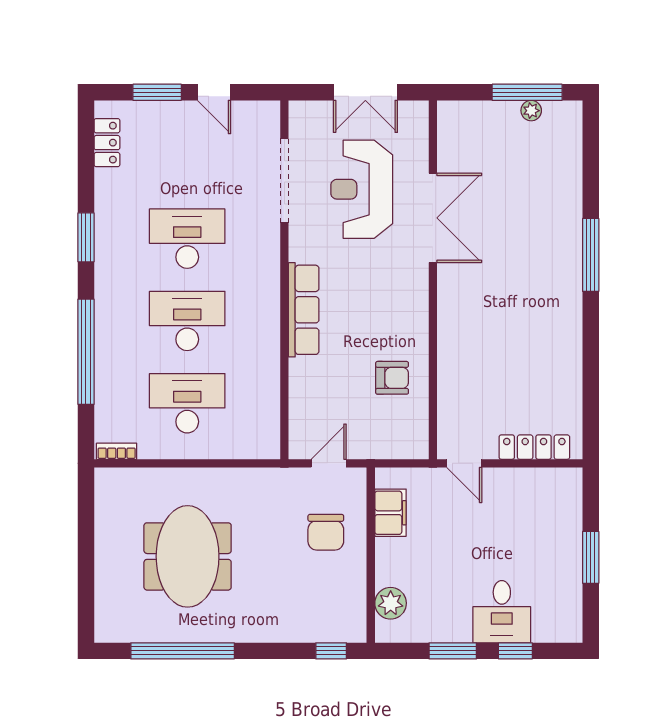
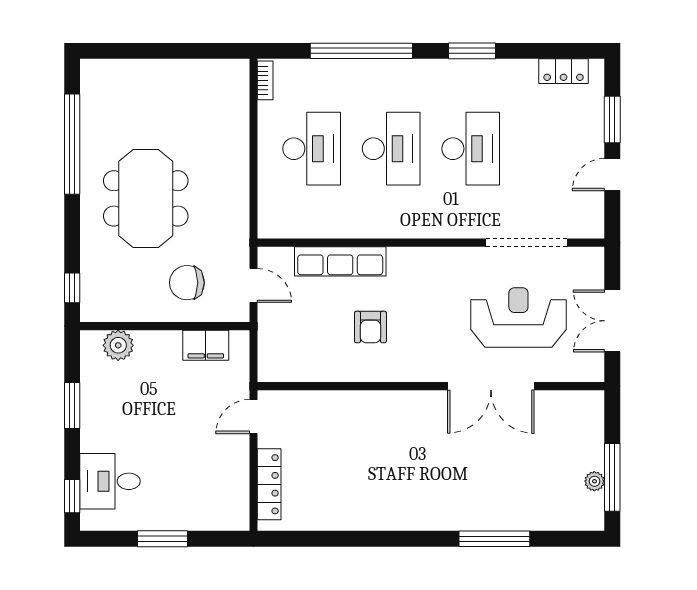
window: (591, 255) -> (494, 539), moved
row of seats: (304, 310) -> (340, 261), moved
armchair: (392, 378) -> (370, 327), moved
meeting table: (188, 556) -> (146, 198), moved, turned 90
desk: (502, 612) -> (110, 481), moved
window: (515, 651) -> (72, 496), moved

